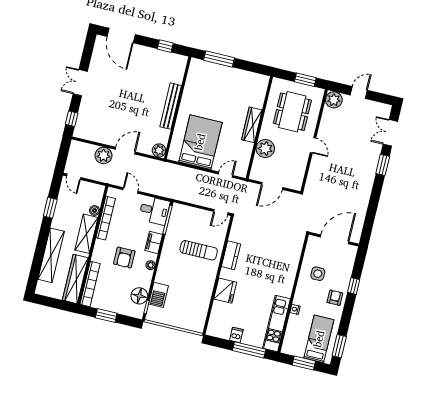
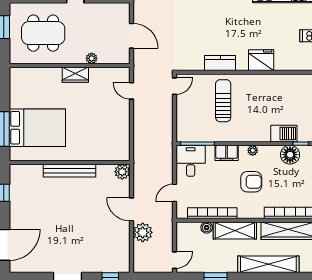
wardrobe: (252, 125) -> (75, 75), width x0.67
bed: (200, 142) -> (37, 128), moved, turned 180
plant: (265, 149) -> (92, 58), width x0.53, depth x0.53
door: (221, 212) -> (175, 86), hinge flipped

